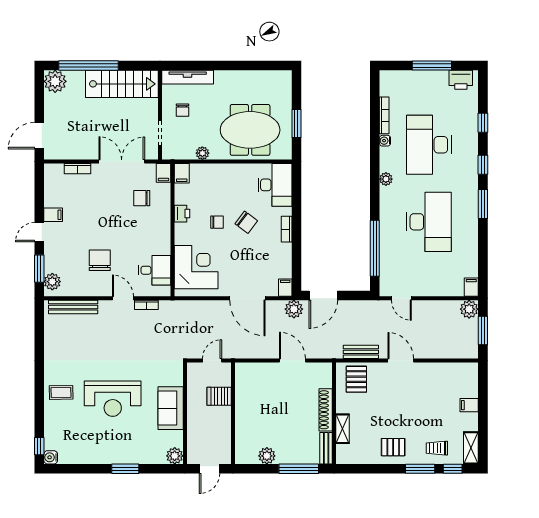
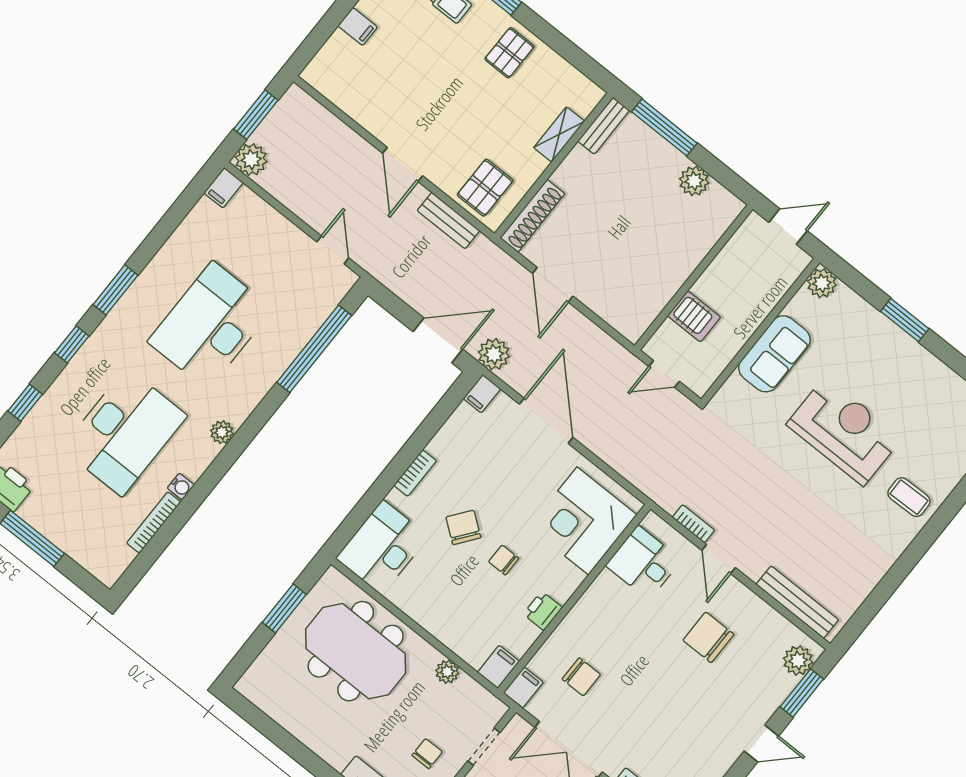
filing cabinet: (53, 215) -> (723, 752), removed
chair: (100, 260) -> (709, 637), turned 90
shoe rack: (326, 410) -> (532, 216), moved
pallet: (393, 447) -> (509, 53), turned 90

